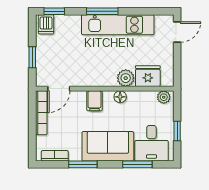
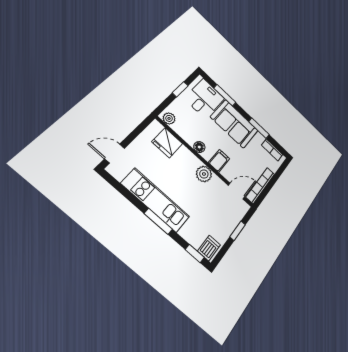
plant: (126, 78) -> (204, 174), moved

